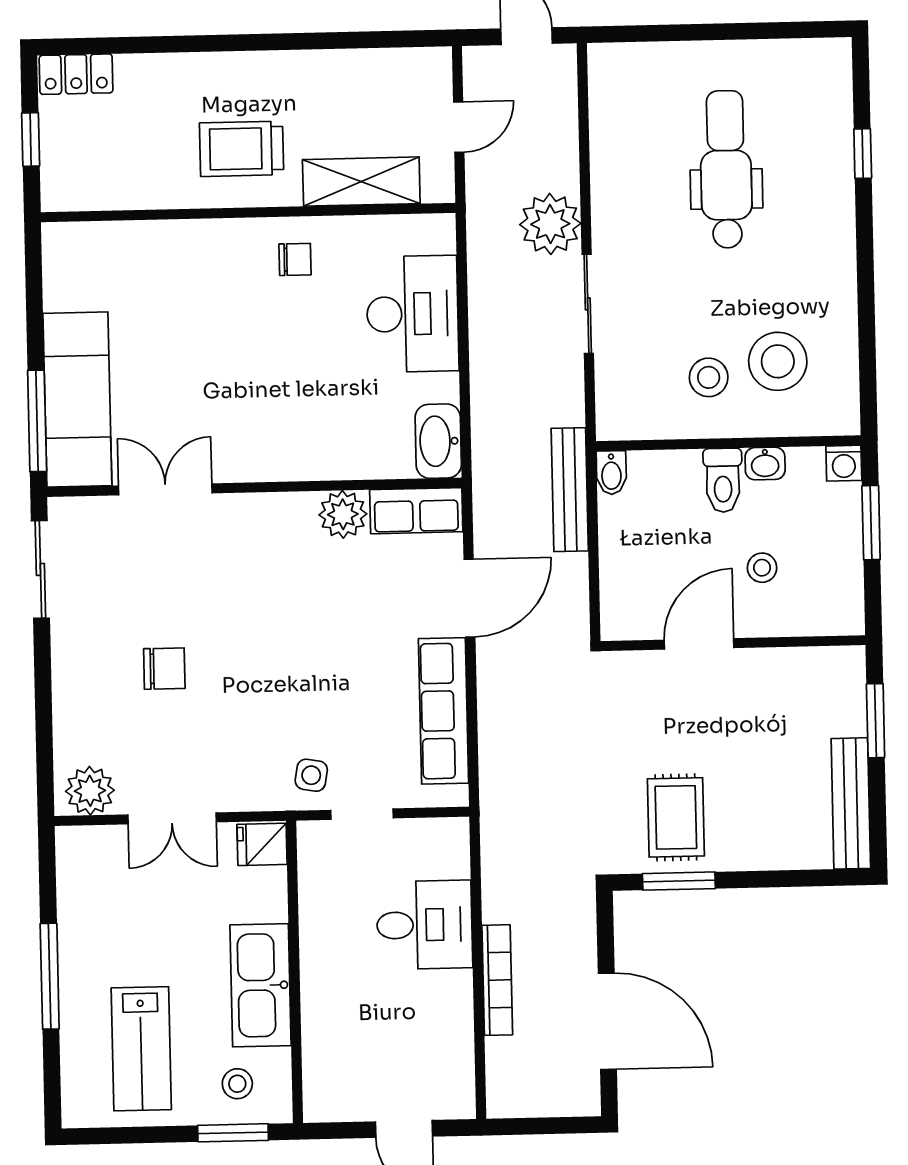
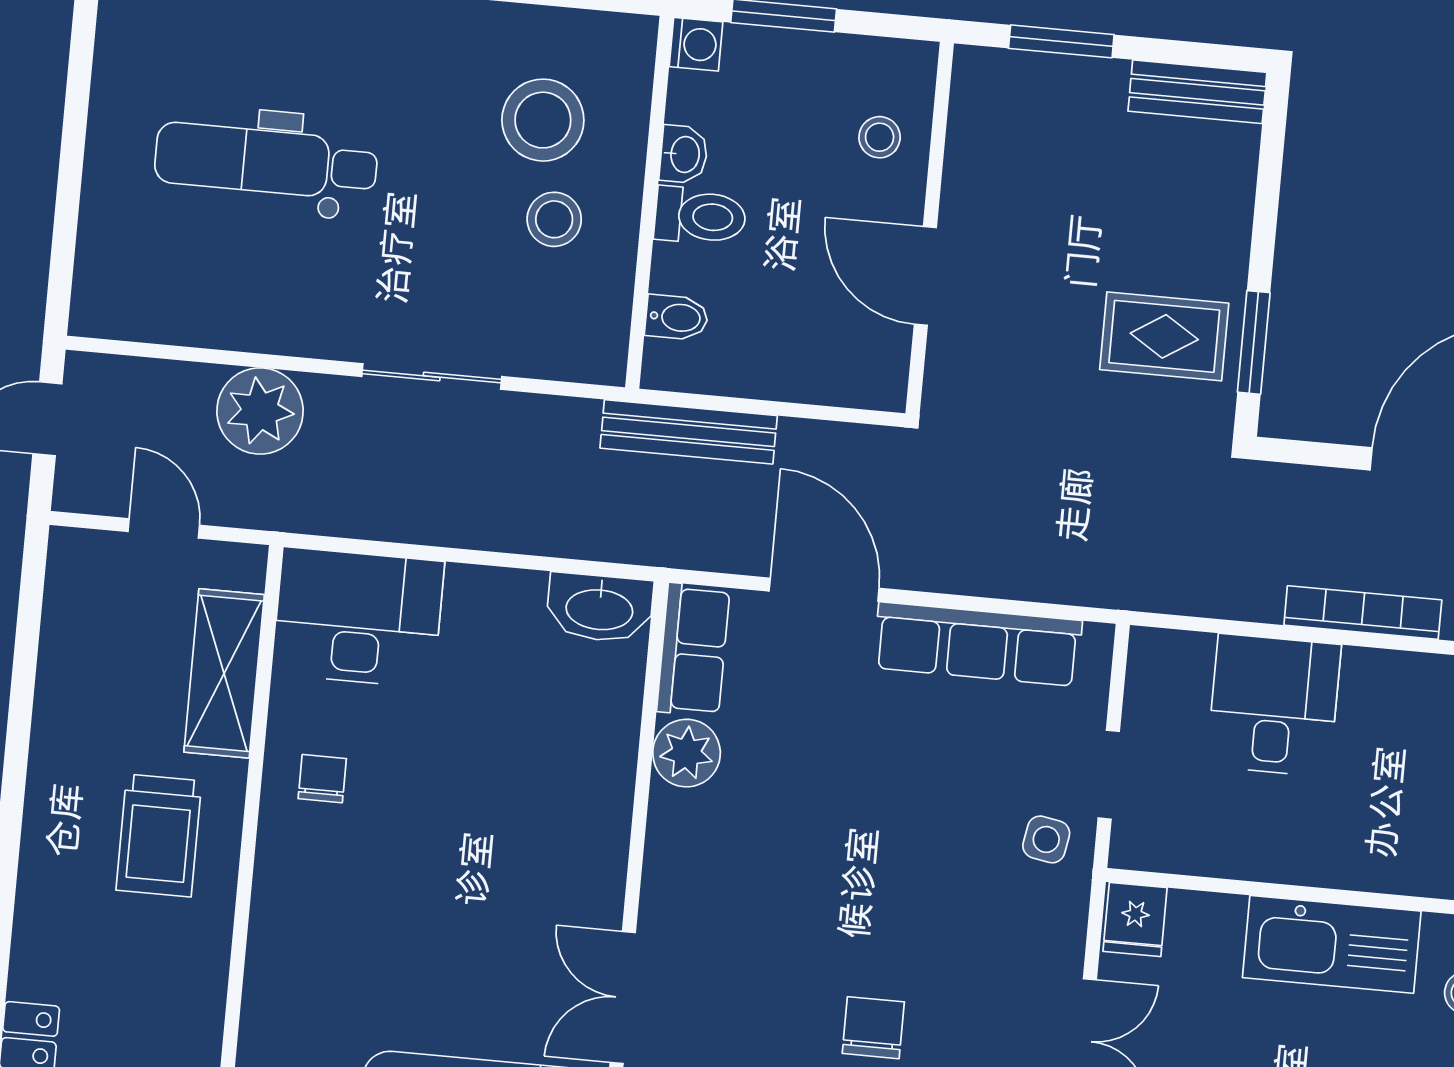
plant: (550, 224) -> (260, 411), moved
desk: (413, 314) -> (358, 618), moved
bidet: (611, 473) -> (677, 317), moved
stool: (762, 568) -> (880, 137), moved
bench: (851, 803) -> (1197, 92), width x0.73

